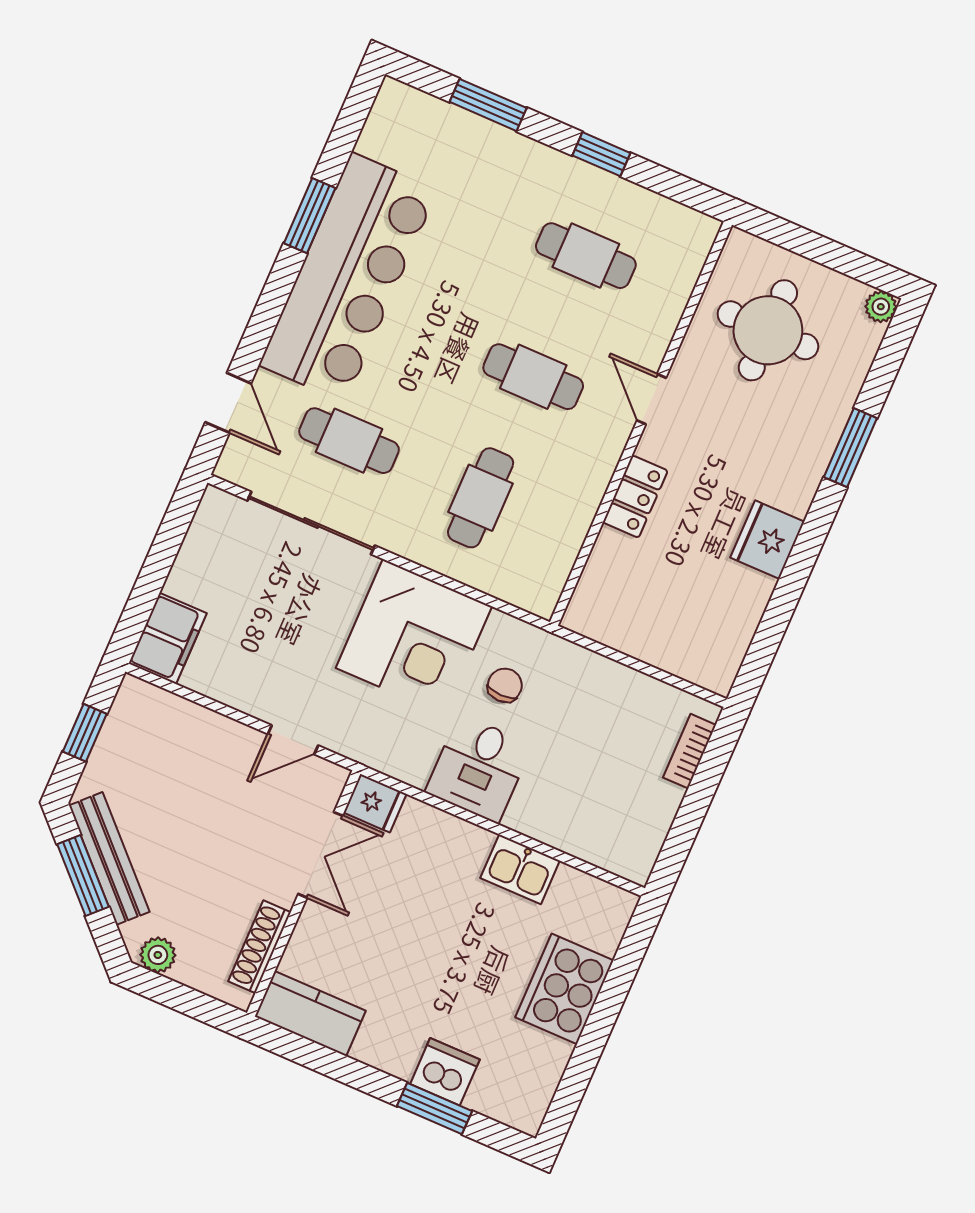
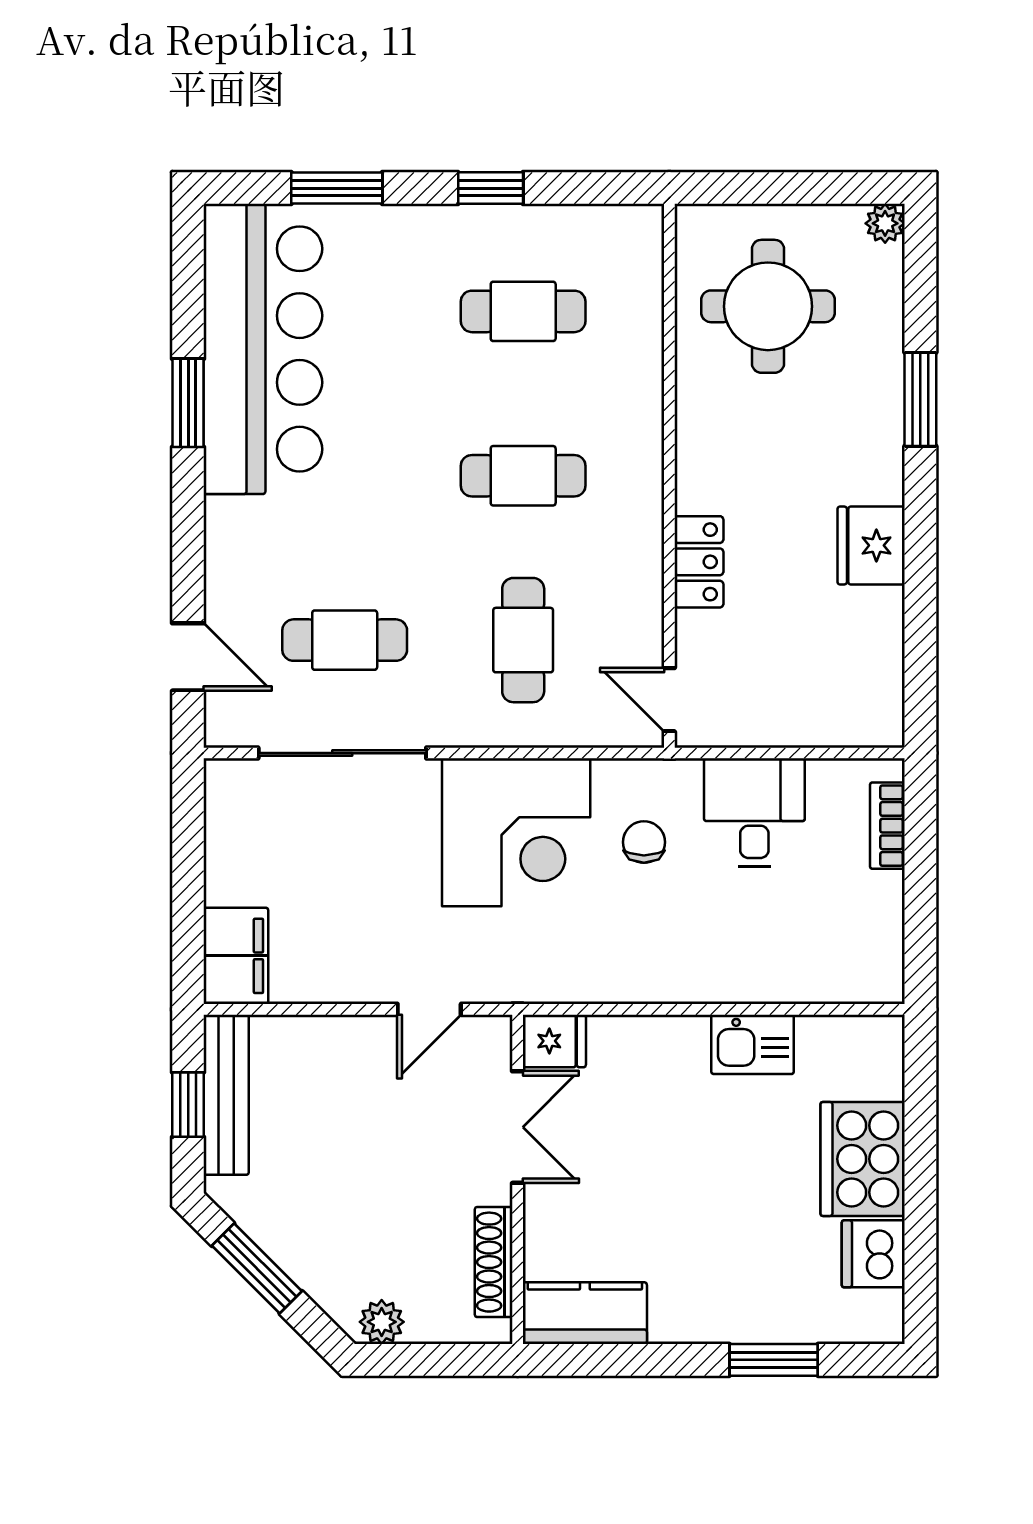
bar counter: (348, 277) -> (263, 349), moved
door: (652, 399) -> (669, 700), moved
desk: (479, 768) -> (754, 813), moved, turned 180
bench: (109, 859) -> (226, 1095), moved, turned 45
dishwasher: (445, 1072) -> (873, 1254), moved, turned -90

